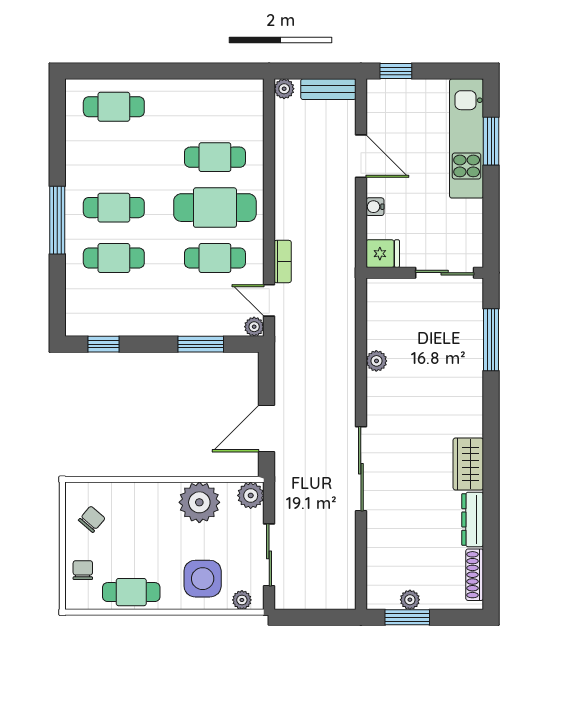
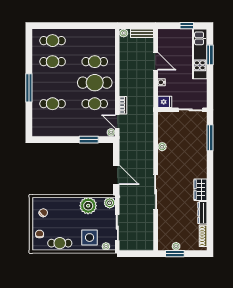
window: (396, 71) -> (187, 26), moved
cafe table: (114, 208) -> (53, 62), moved
window: (104, 344) -> (48, 140), removed
door: (266, 428) -> (116, 175), swing flipped

